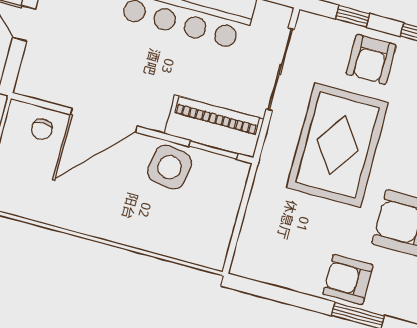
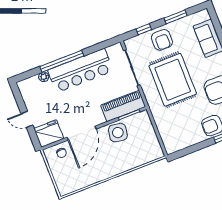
fridge: (44, 78) -> (49, 134), added

